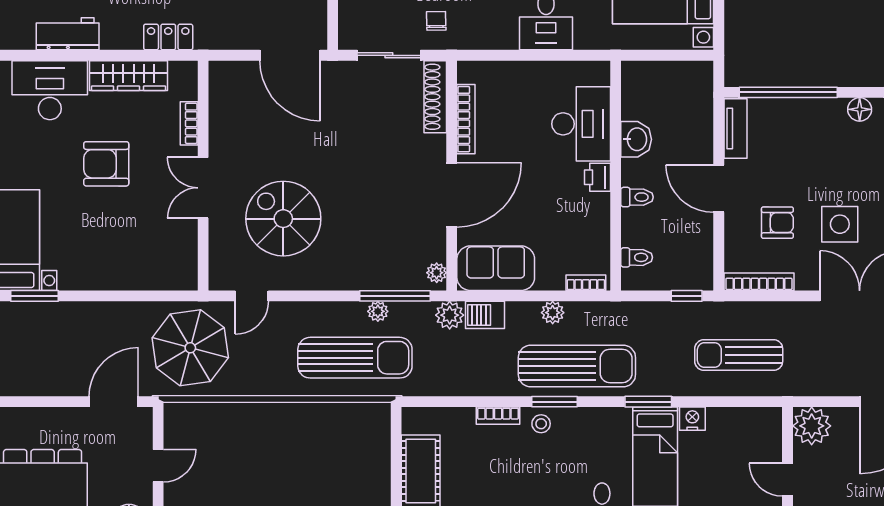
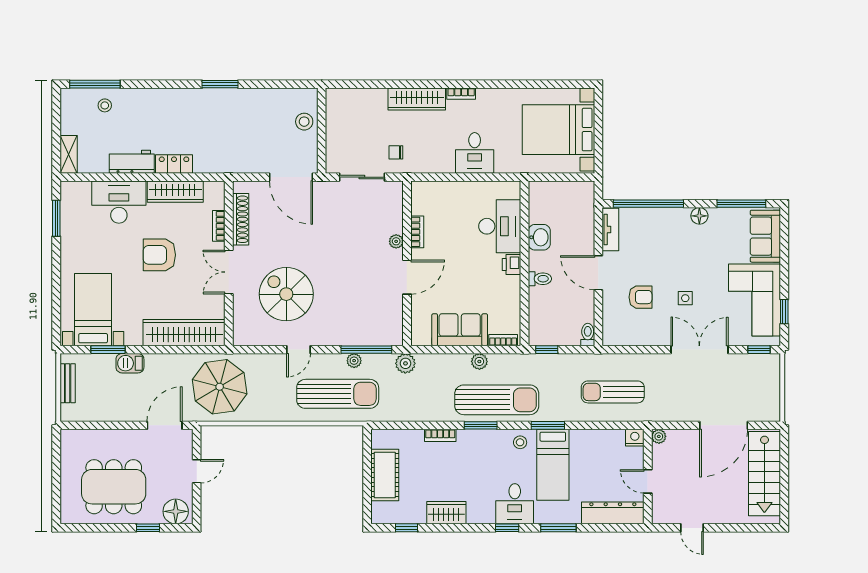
chair: (436, 21) -> (396, 152), turned -89
locker: (168, 37) -> (174, 164), moved
shoe rack: (435, 97) -> (241, 219), moved, turned 180
bookcase: (466, 119) -> (417, 232), width x0.64
door: (452, 195) -> (407, 277), width x0.73
side table: (840, 224) -> (685, 298), width x0.54, depth x0.54
toilet: (637, 257) -> (588, 334), moved, turned -90
sofa: (496, 268) -> (460, 330), moved
wardrobe: (141, 272) -> (184, 333), added
plant: (437, 273) -> (396, 241), moved
bookcase: (759, 282) -> (627, 339), removed
door: (252, 296) -> (299, 350), moved
window: (687, 296) -> (547, 350), moved
barbecue: (485, 315) -> (130, 363), moved
nightstand: (692, 419) -> (635, 438), moved
stool: (541, 424) -> (520, 442), moved
plant: (812, 426) -> (659, 436), width x0.53, depth x0.53

